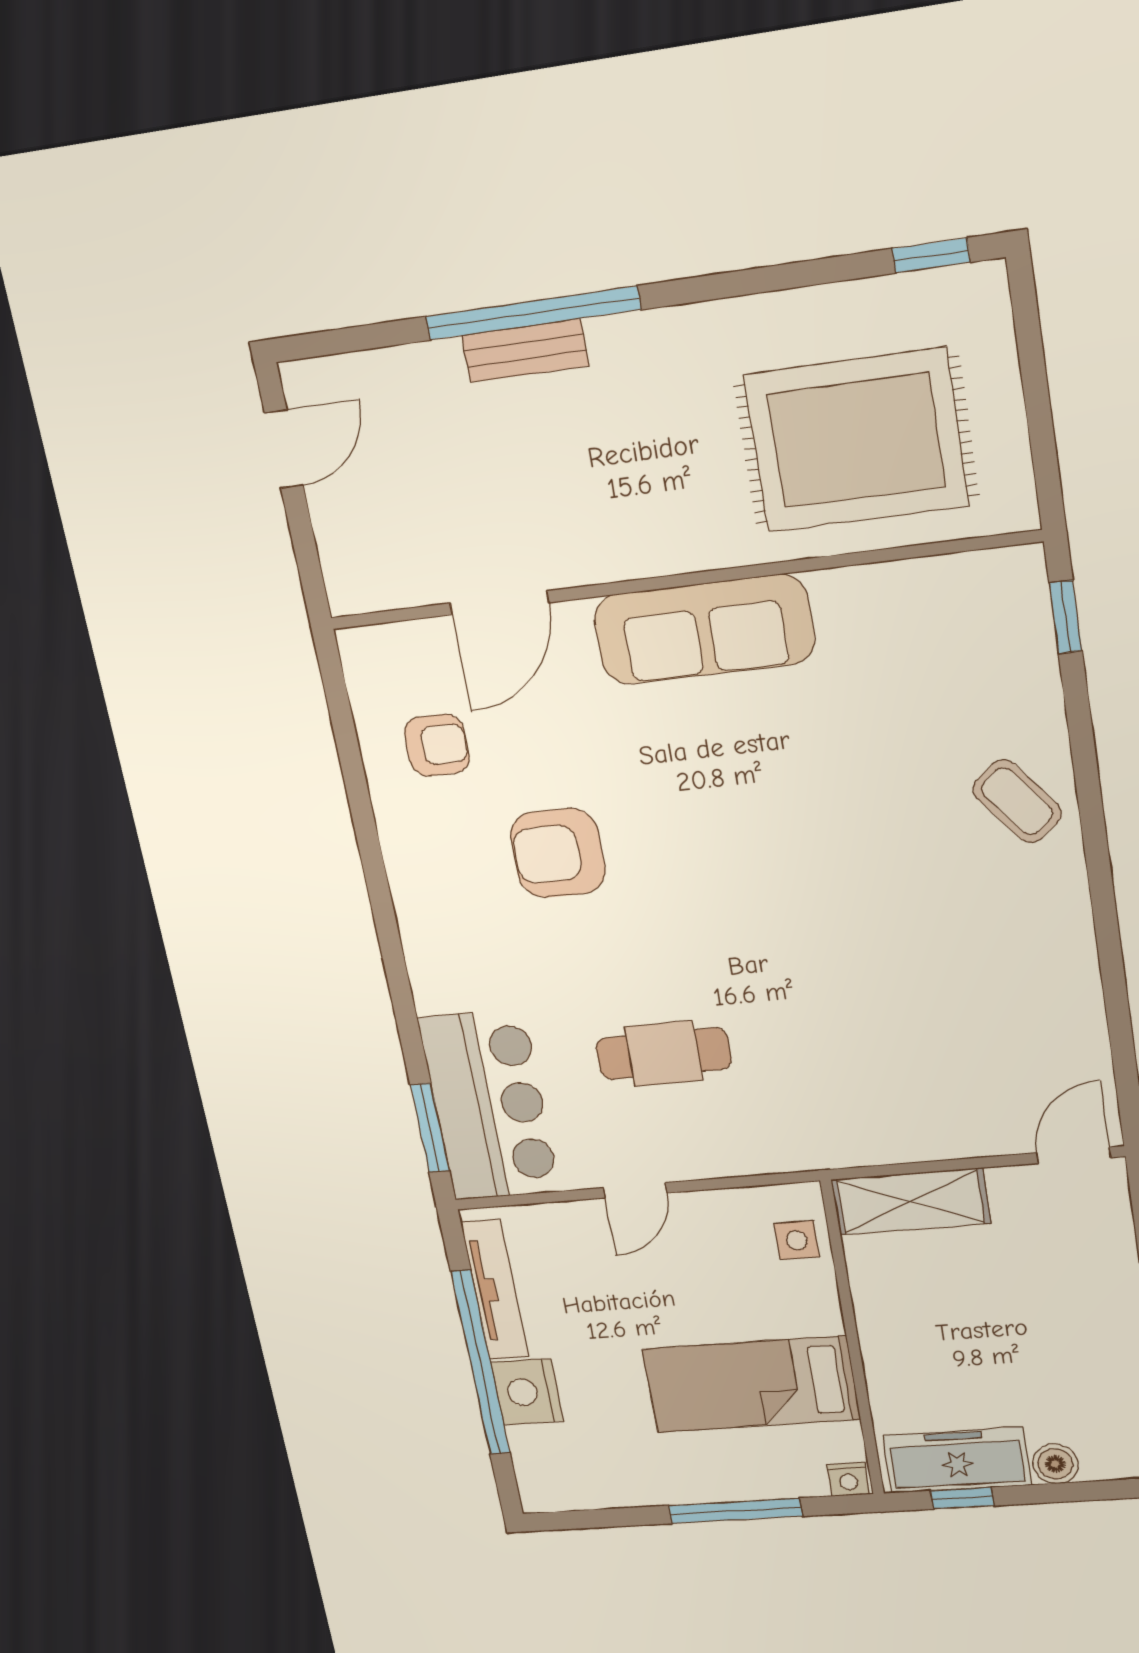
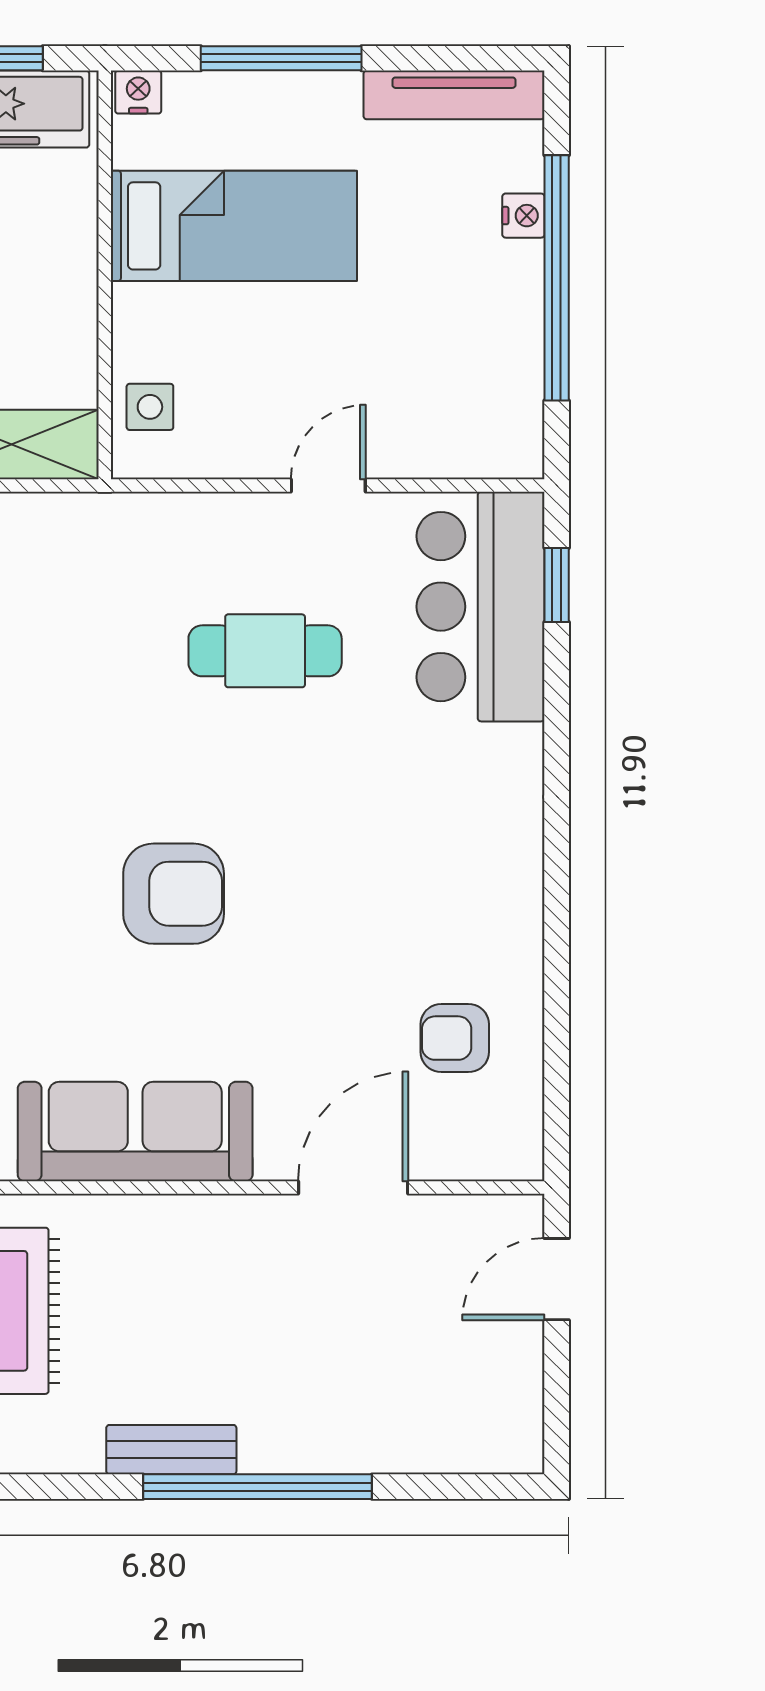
bench: (525, 351) -> (171, 1450), moved
door: (284, 449) -> (557, 1279), moved
armchair: (558, 853) -> (174, 894), moved
window: (430, 1128) -> (557, 585), width x0.67
tv unit: (495, 1290) -> (454, 95), moved, turned -90
nightstand: (527, 1392) -> (523, 216), width x0.53, depth x0.56

